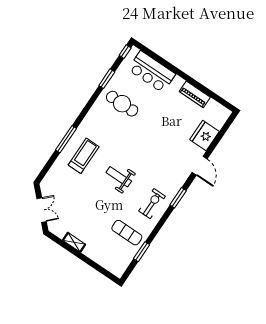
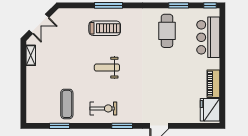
fridge: (204, 136) -> (210, 110), moved, turned -90
weight bench: (119, 177) -> (107, 68), turned -90
shelving: (74, 242) -> (31, 55), moved

